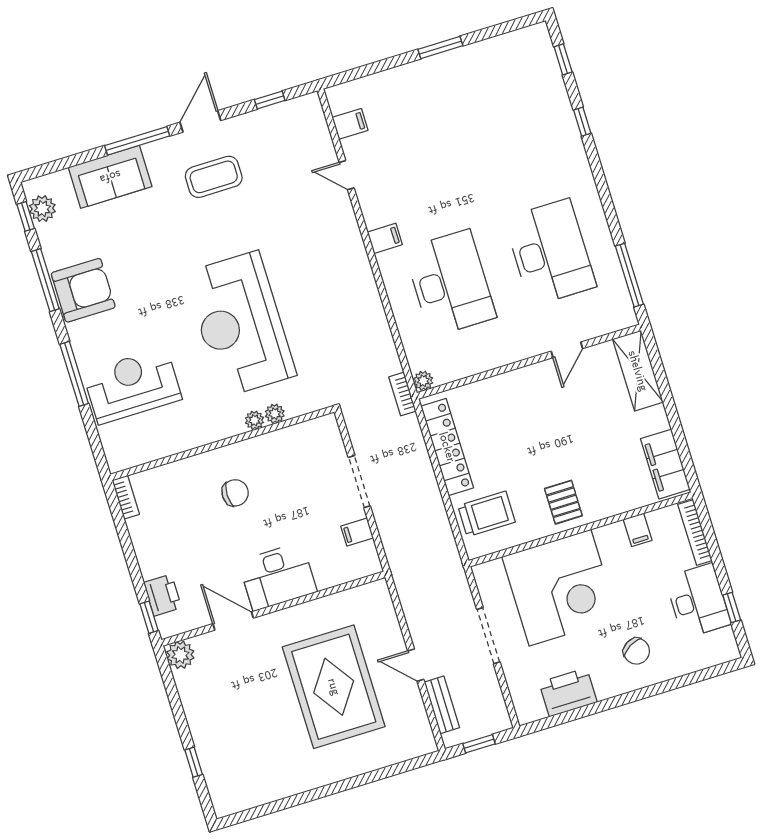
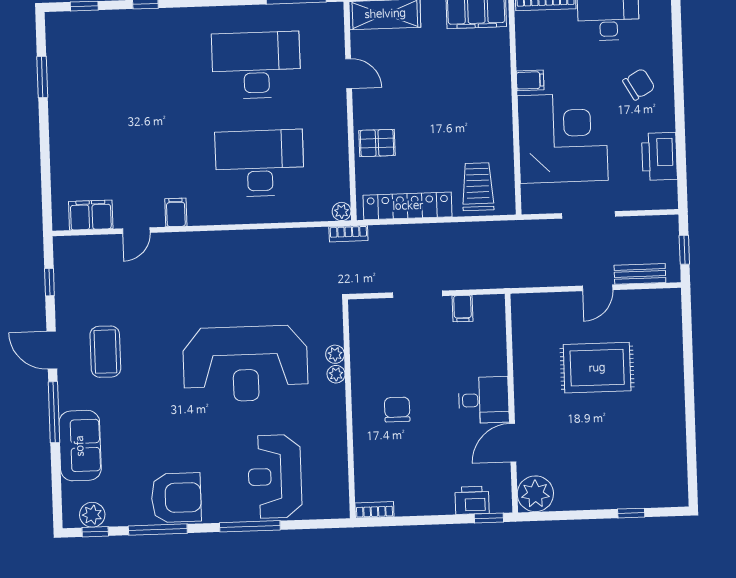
window: (440, 48) -> (42, 77), moved
filing cabinet: (350, 124) -> (91, 215), width x2.00
filing cabinet: (385, 238) -> (176, 212), moved
armchair: (83, 290) -> (176, 498), turned 90
pallet: (563, 502) -> (377, 143), moved
filing cabinet: (638, 530) -> (530, 80), moved
desk: (278, 576) -> (484, 400), width x0.73
plant: (180, 655) -> (535, 494), width x1.36, depth x1.36
rug: (334, 687) -> (597, 368), width x0.73, depth x0.69

